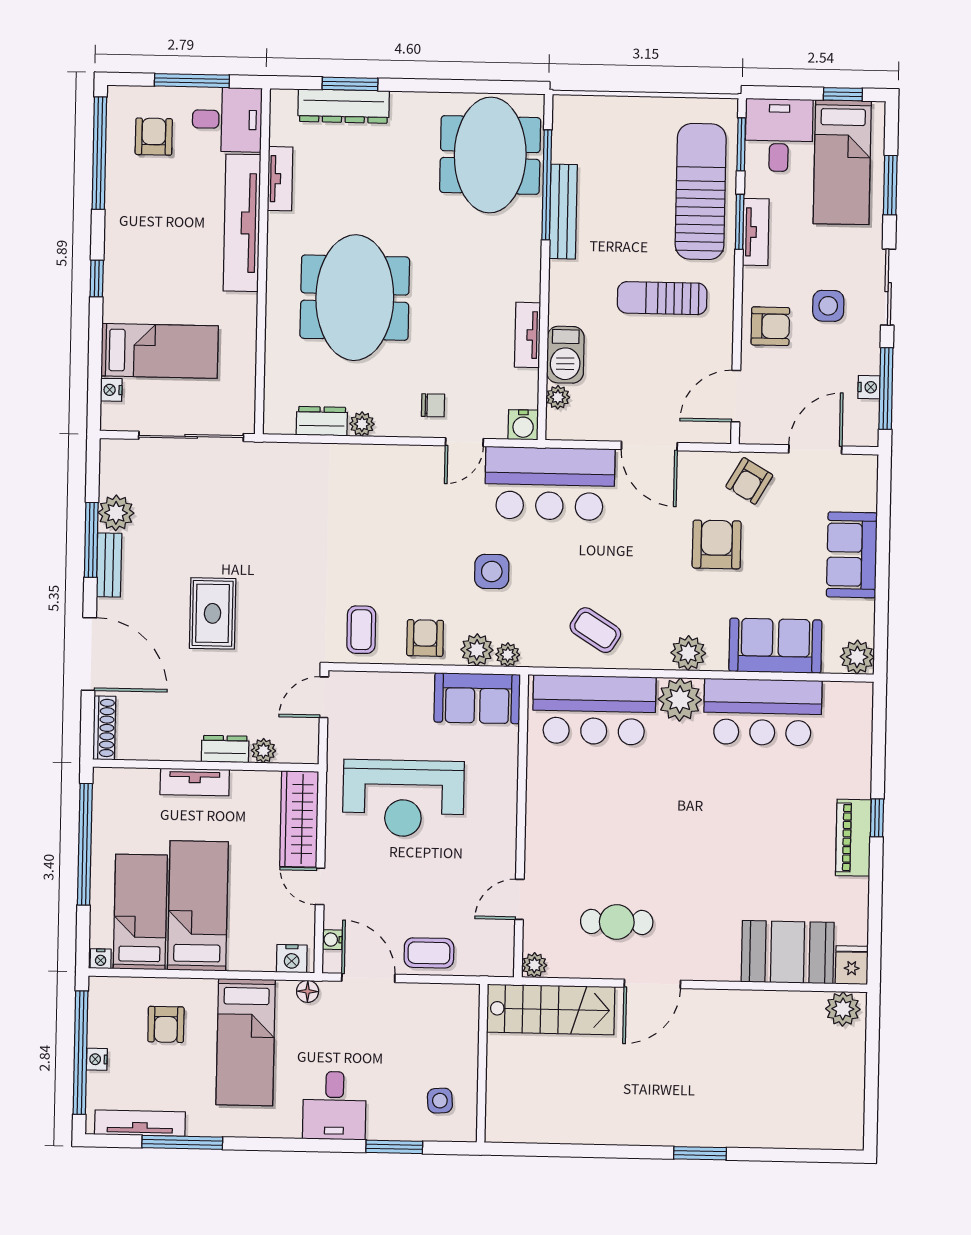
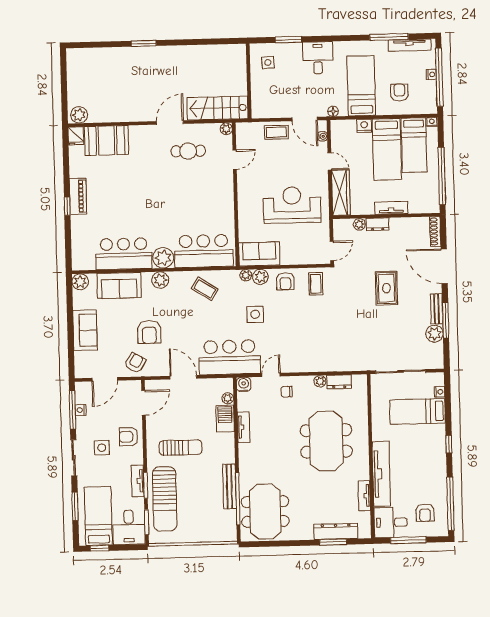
nightstand: (292, 959) -> (364, 126), moved

